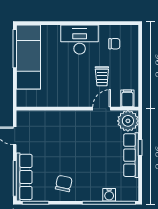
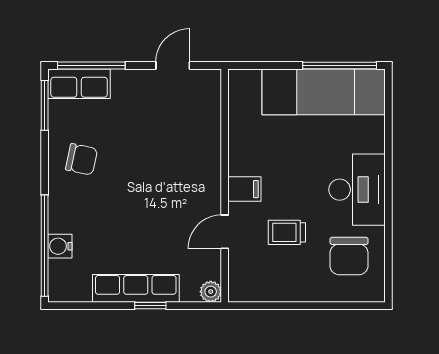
chair: (114, 44) -> (349, 256), width x1.87, depth x1.87
filing cabinet: (127, 98) -> (244, 189), moved
door: (102, 109) -> (225, 232), swing flipped
plant: (128, 121) -> (211, 292), width x0.53, depth x0.53
row of seats: (24, 177) -> (79, 84), width x0.68

